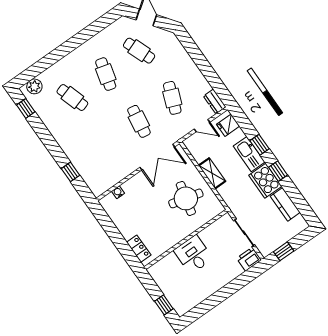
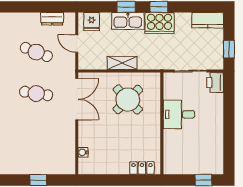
dresser: (215, 101) -> (52, 19), moved
door: (202, 126) -> (77, 44), swing flipped
round table: (186, 198) -> (128, 99), turned 32
kitchen counter: (285, 204) -> (208, 20), moved
desk: (193, 255) -> (179, 114), moved

